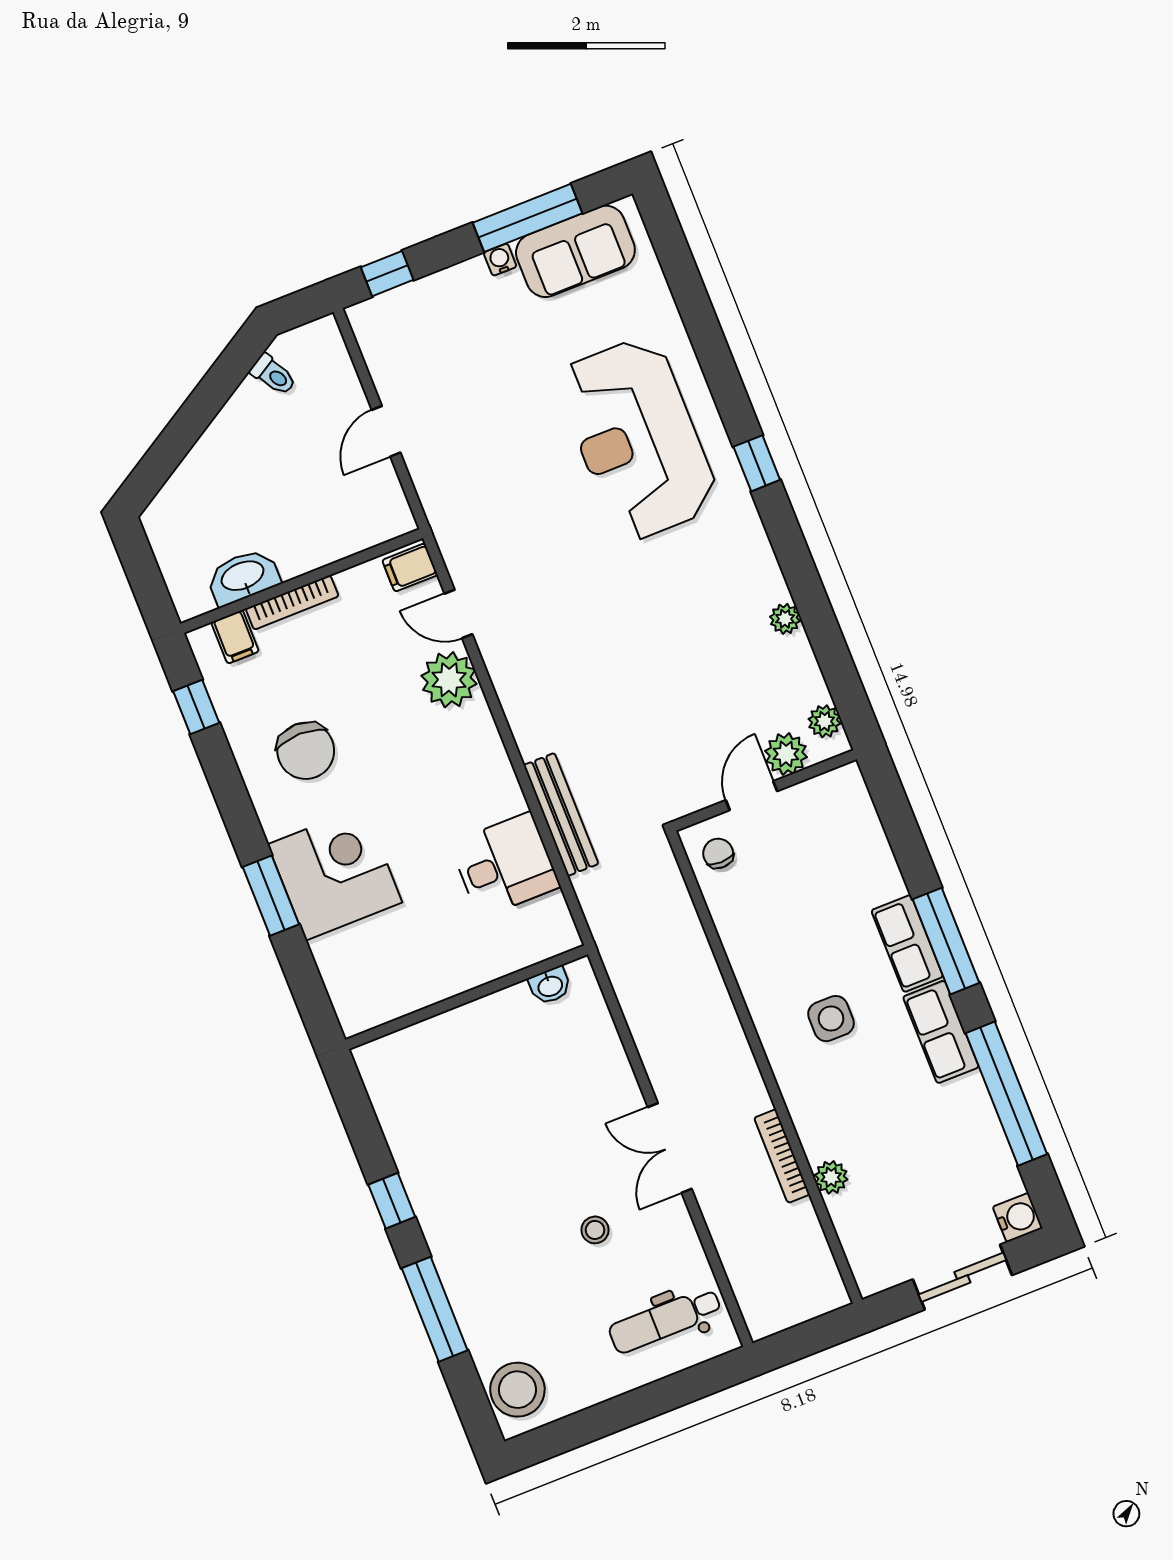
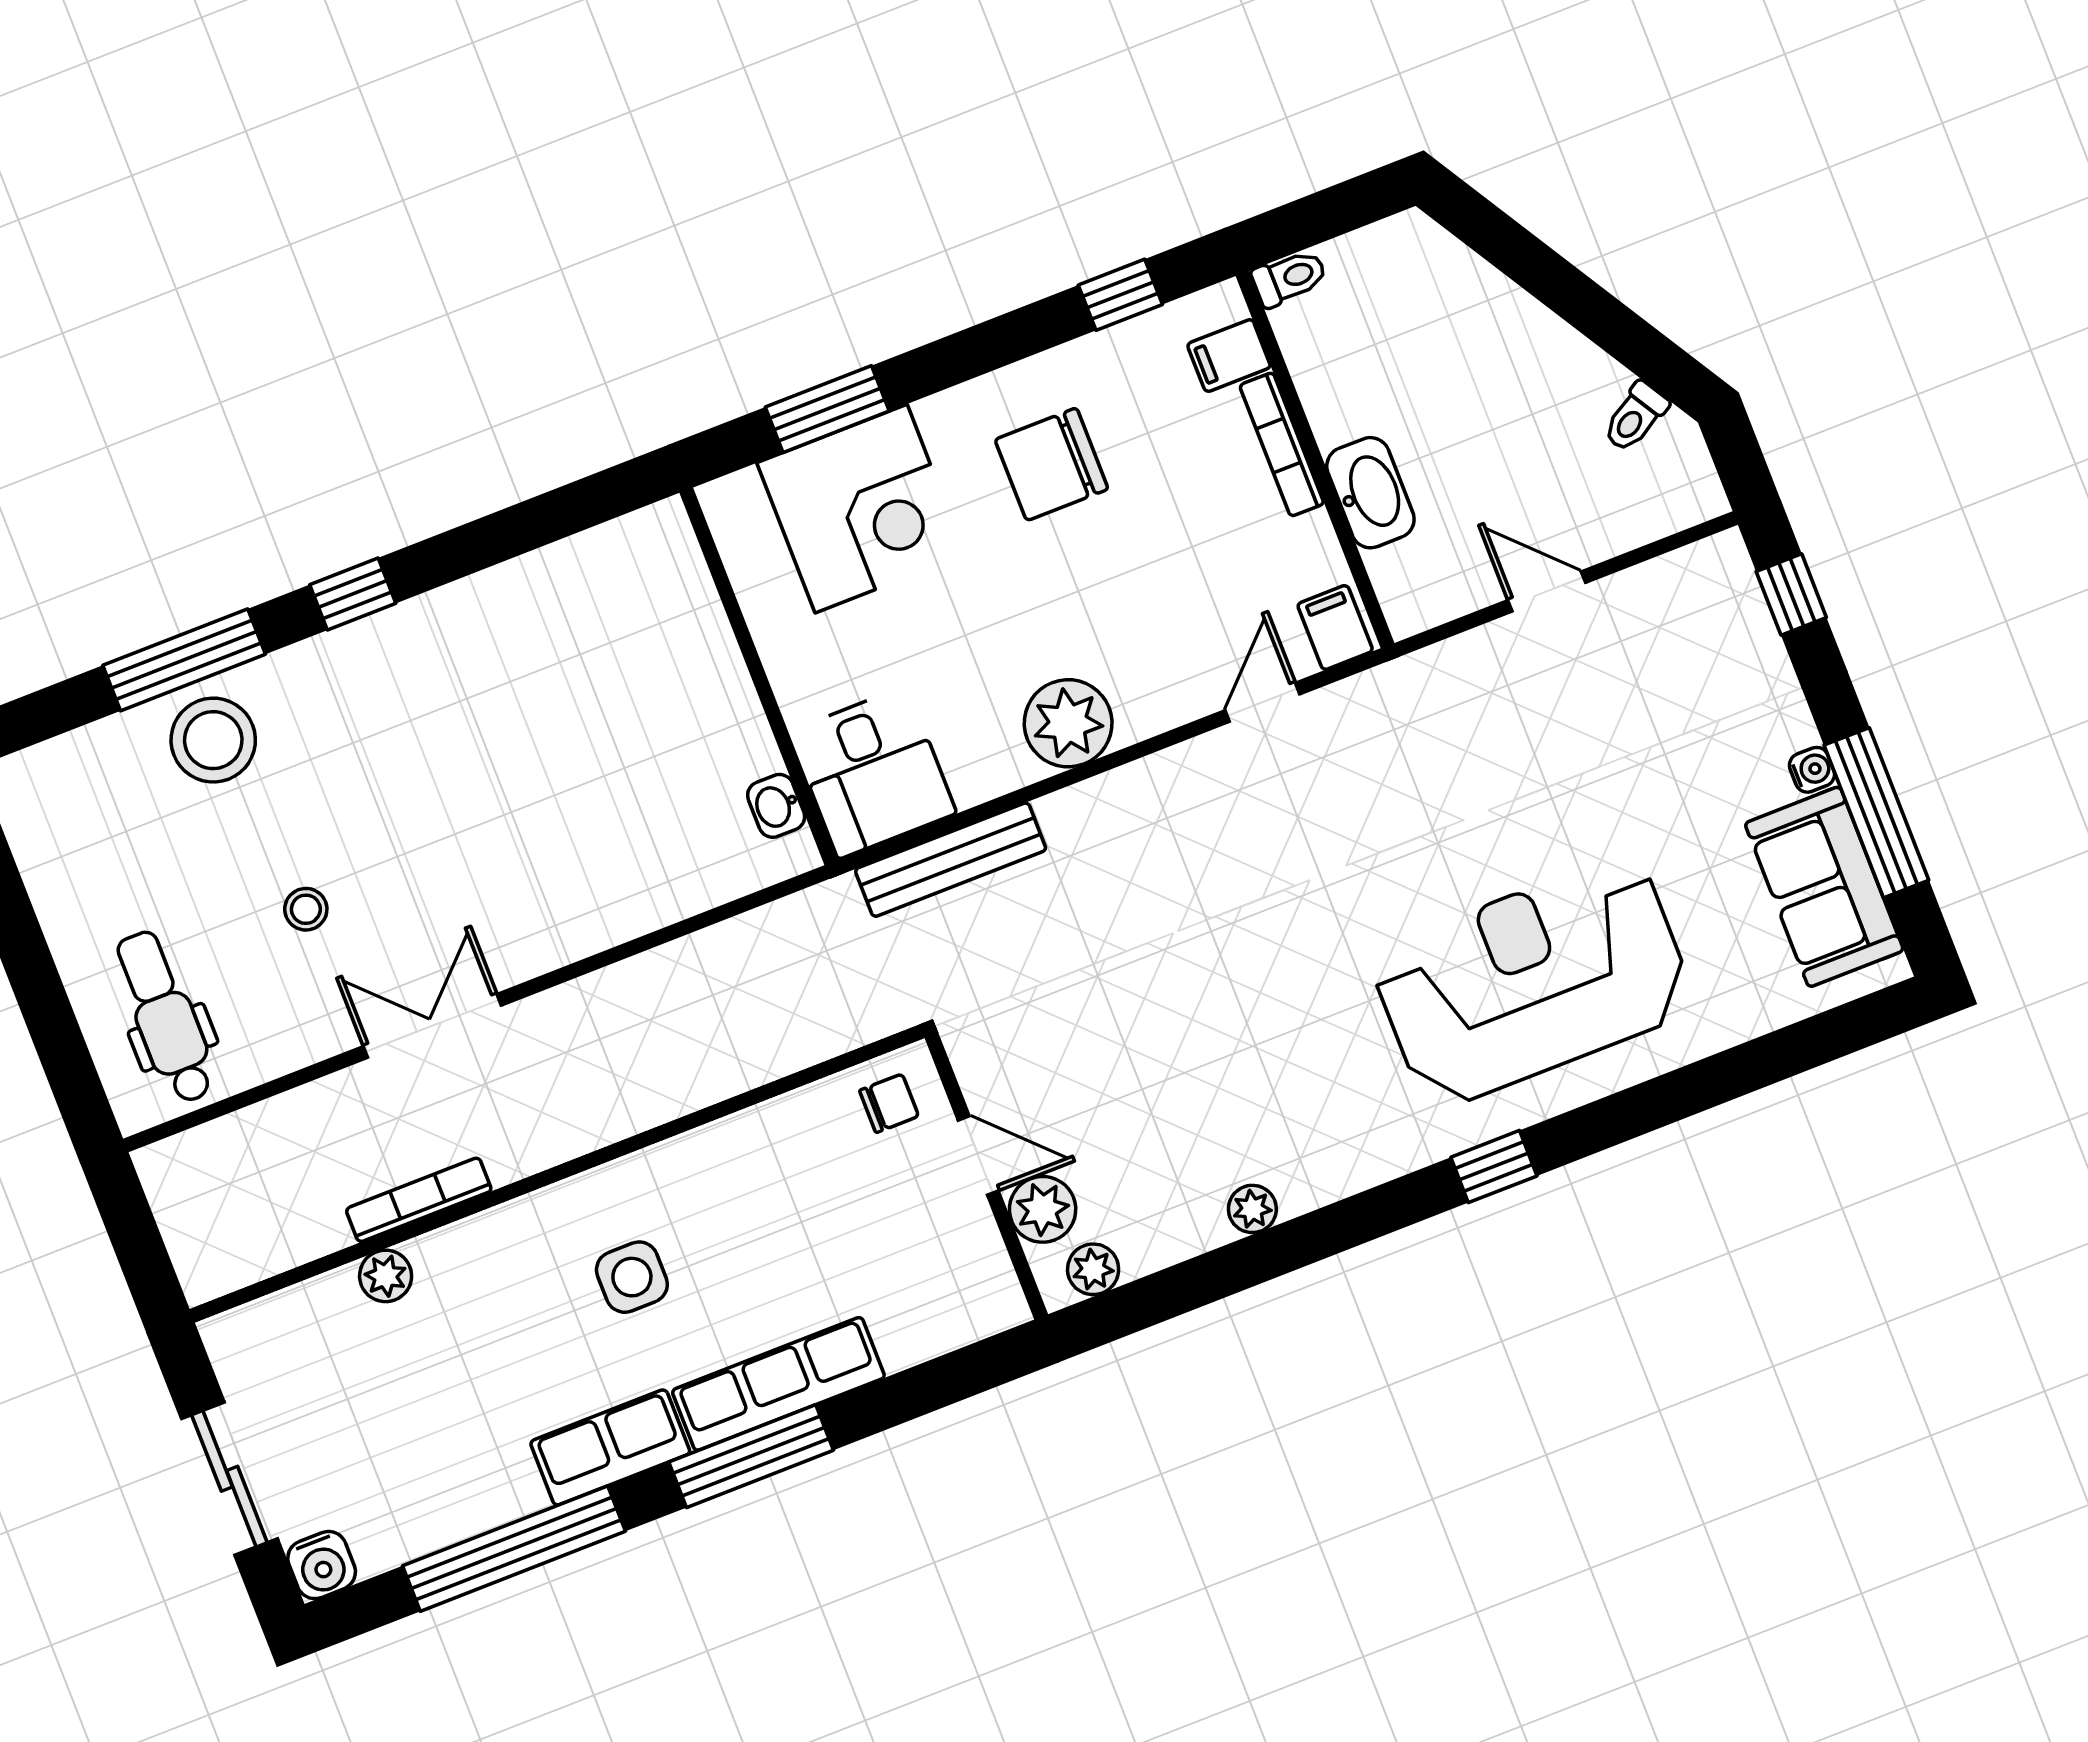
washbasin: (243, 577) -> (1370, 493), moved
toilet: (185, 598) -> (1289, 278), added
plant: (449, 680) -> (1068, 723), moved
row of seats: (907, 943) -> (778, 1384), width x1.48
washbasin: (550, 986) -> (776, 806), moved
wall: (467, 997) -> (759, 676), moved
stool: (517, 1390) -> (213, 740), moved

